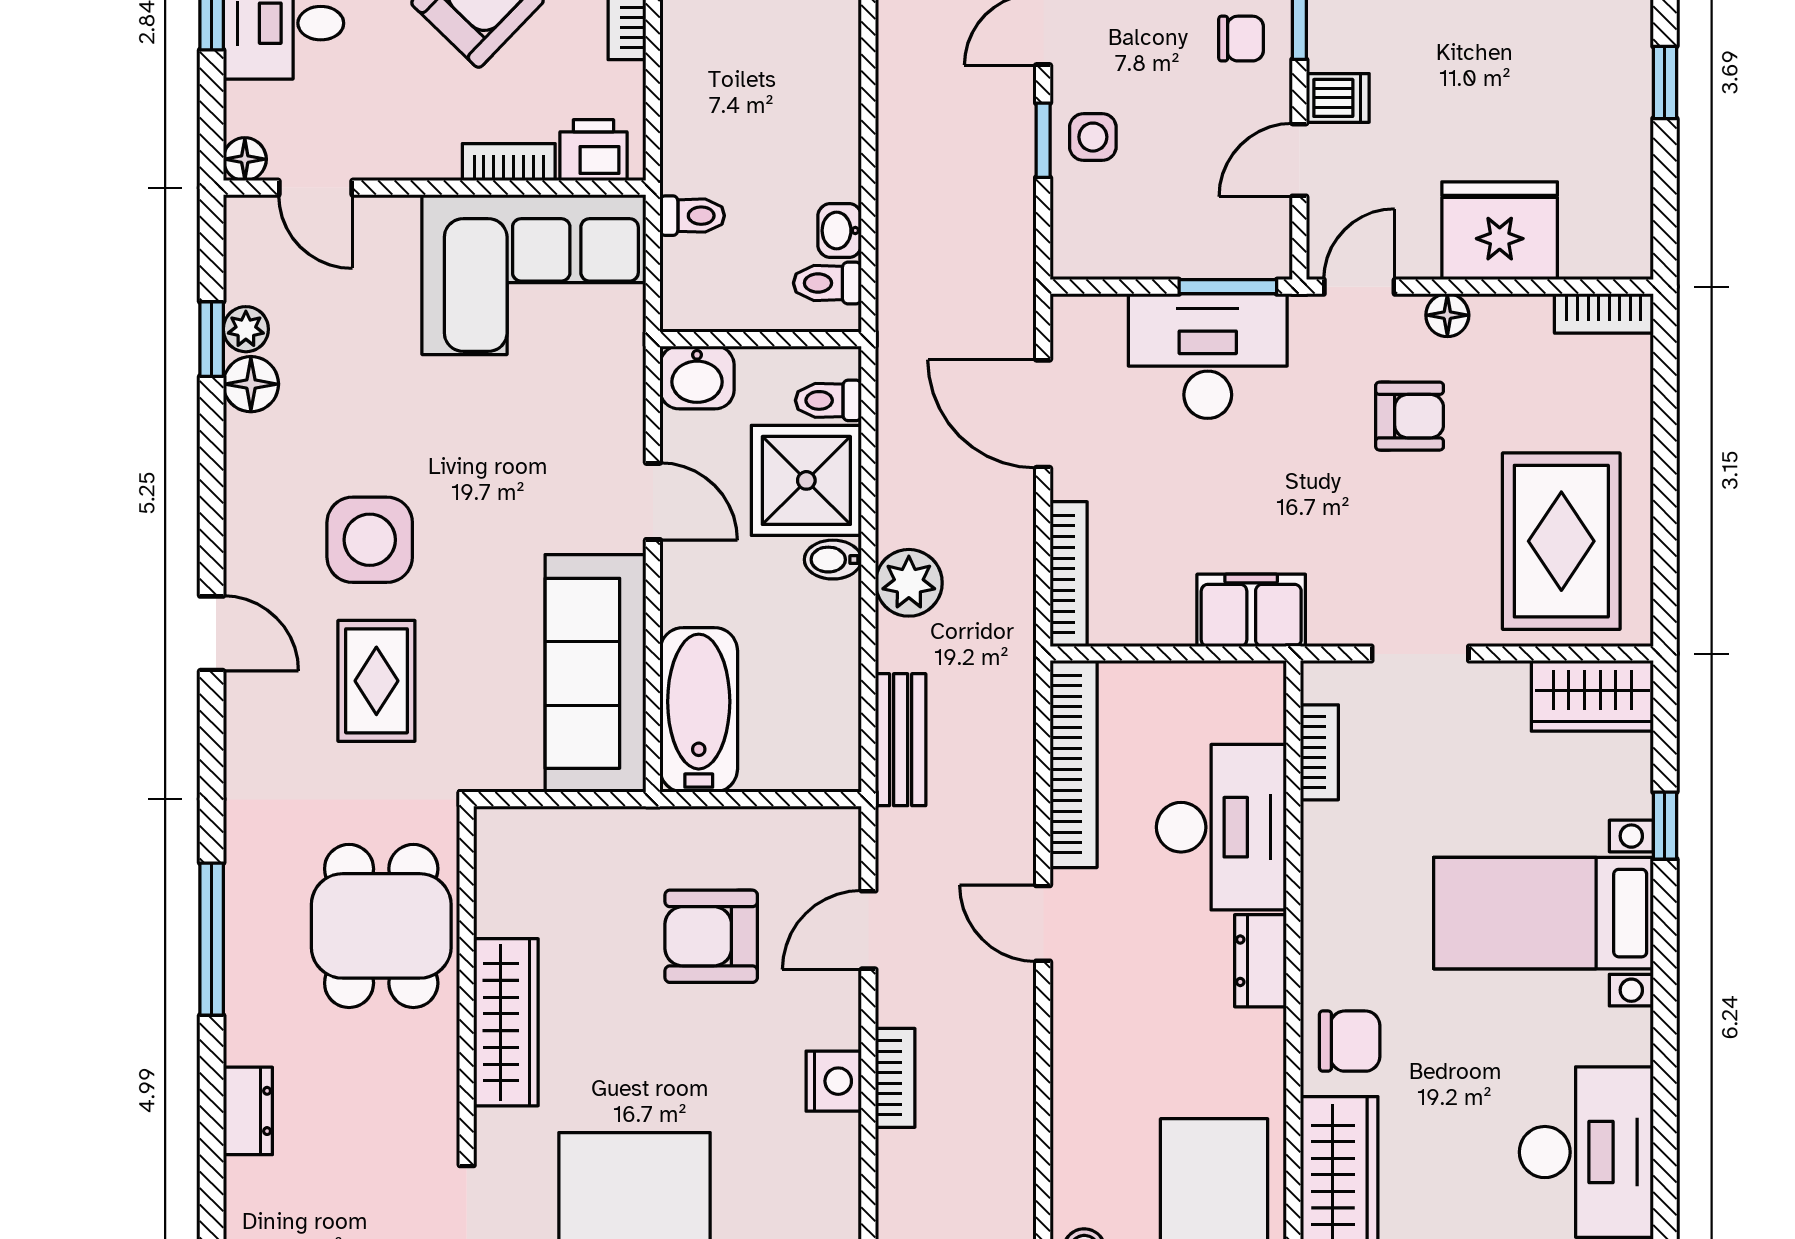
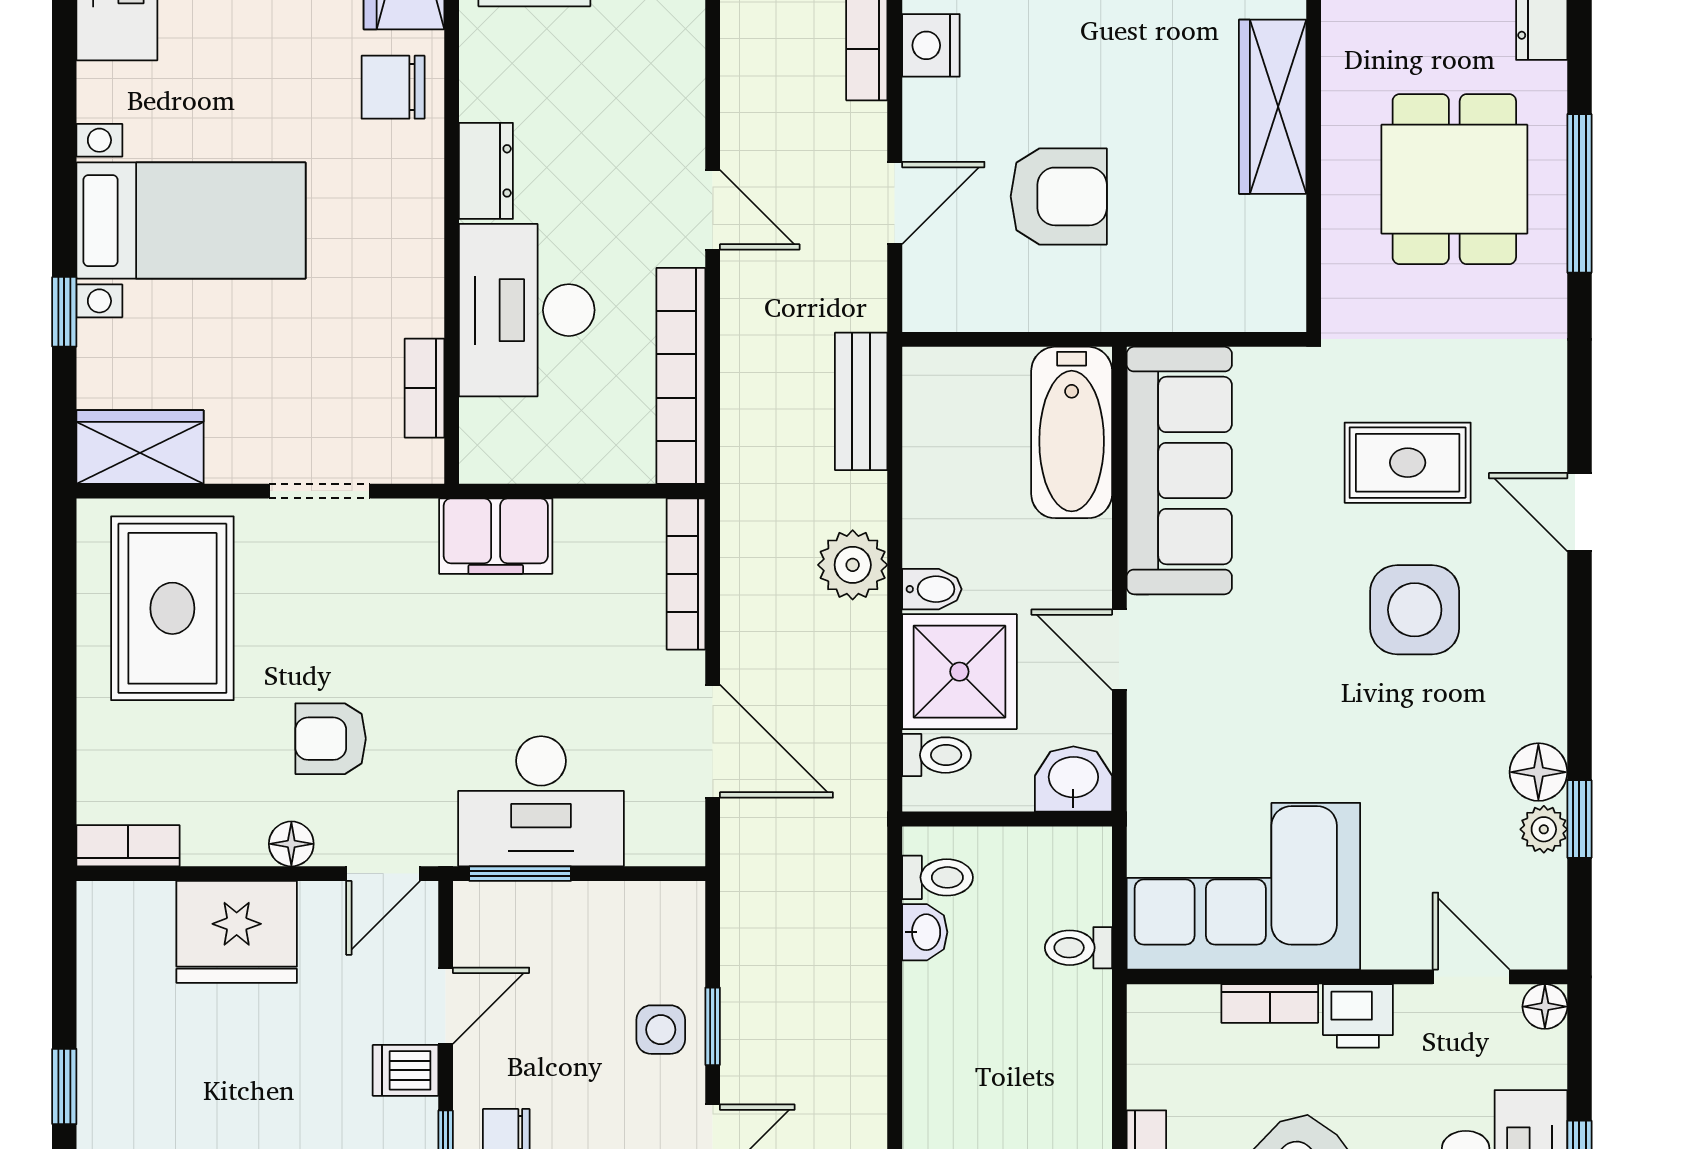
printer: (593, 150) -> (1358, 1016), moved
rug: (376, 681) -> (1408, 463), turned 90
dining table: (381, 926) -> (1454, 179), moved

